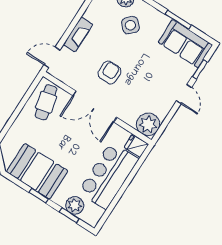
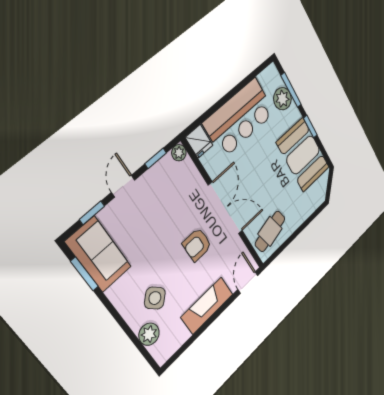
window: (178, 20) -> (84, 274), moved
fireplace: (78, 35) -> (207, 306), width x1.37, depth x1.32
door: (52, 57) -> (248, 282), swing flipped
window: (166, 121) -> (156, 158), added
plant: (148, 124) -> (179, 153), width x0.53, depth x0.53
window: (69, 215) -> (291, 90), width x1.50

